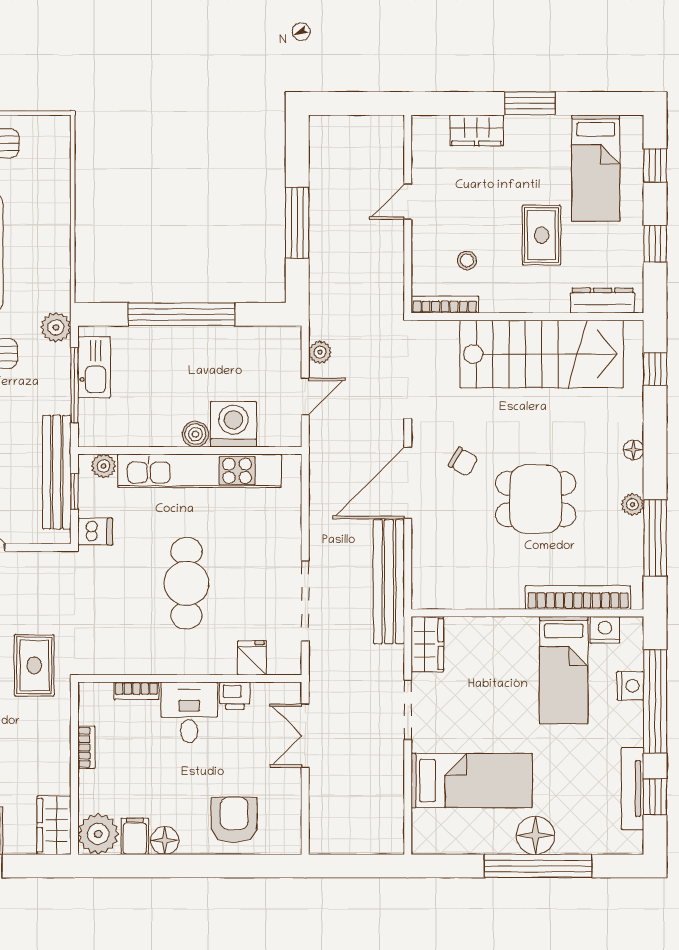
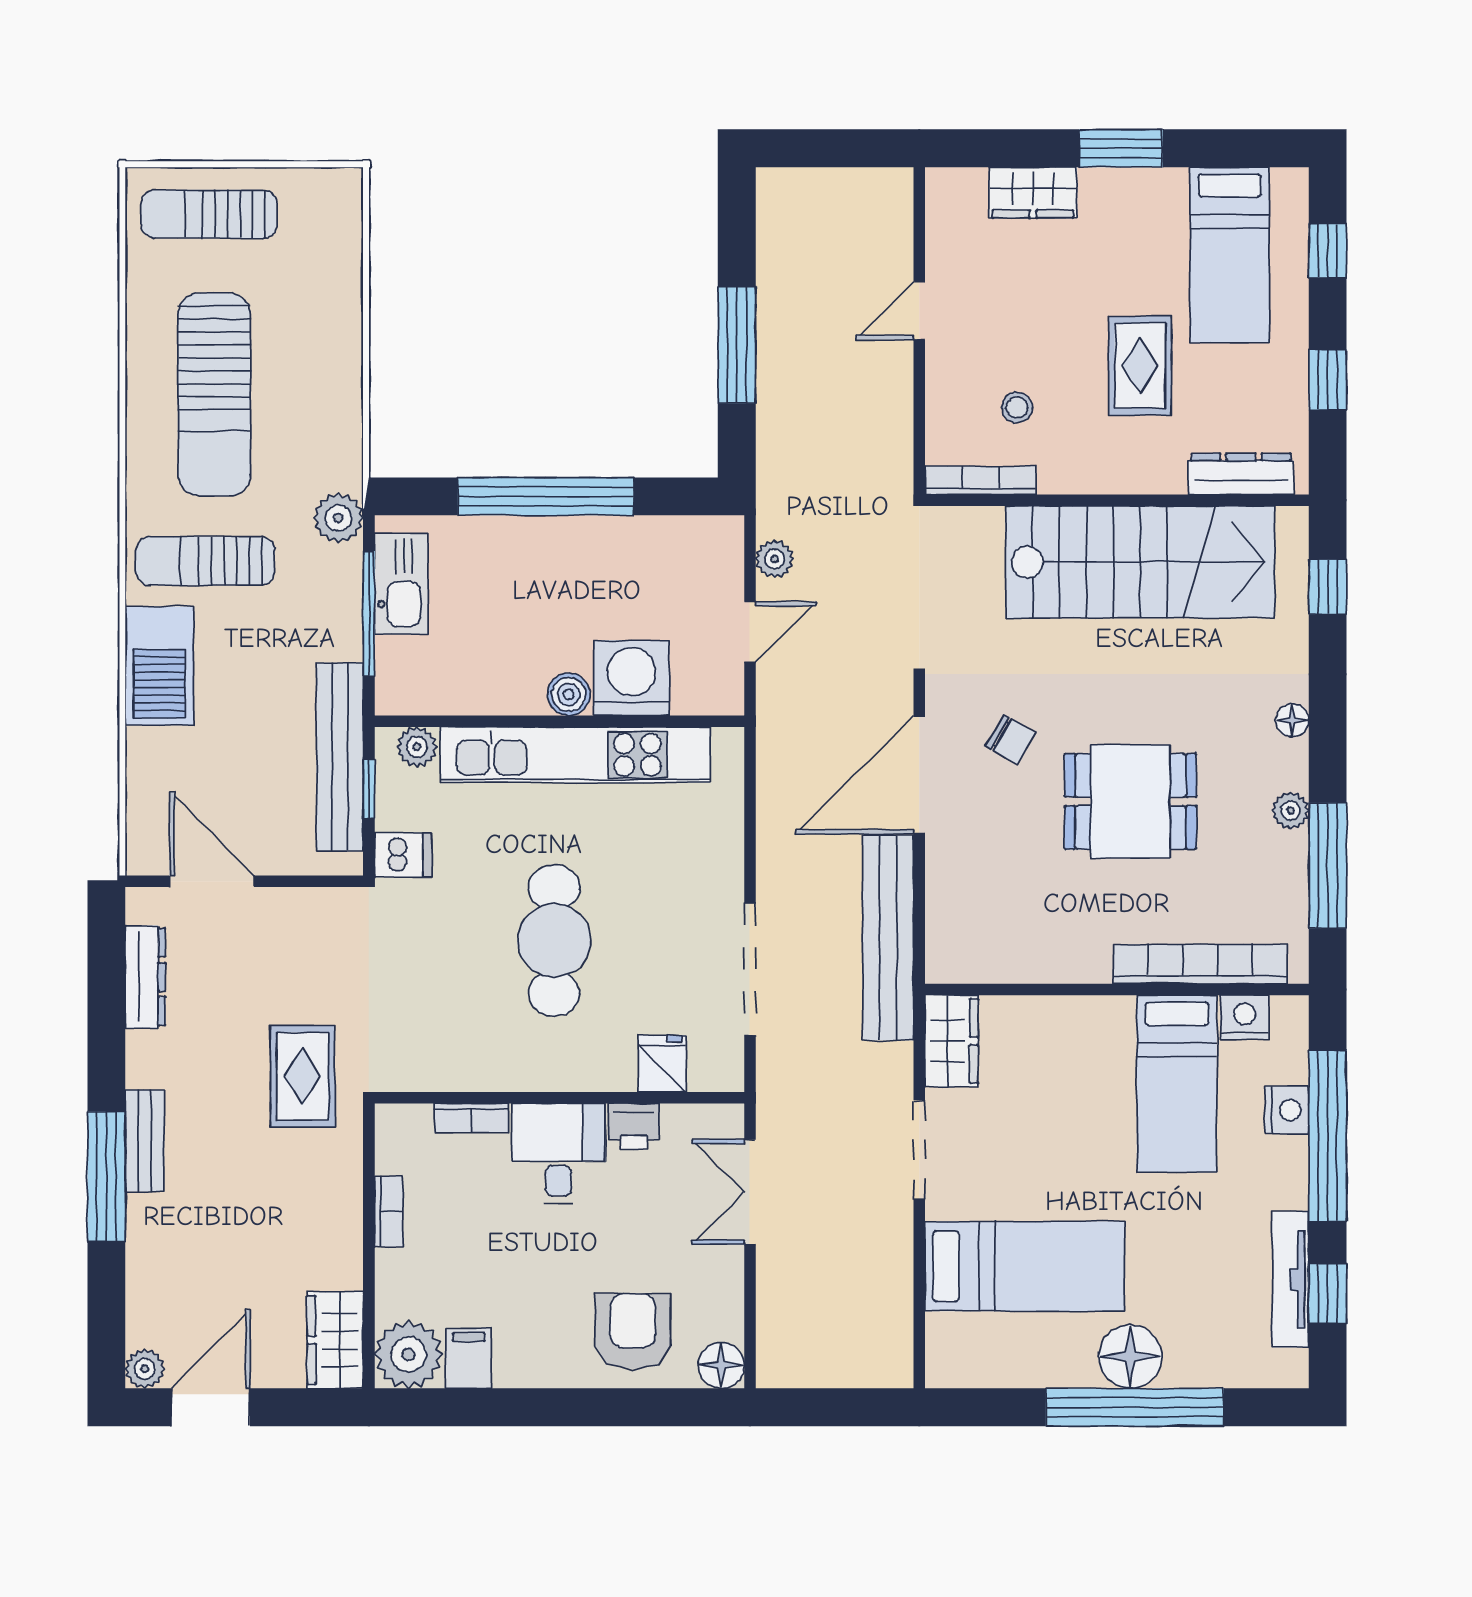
floor lamp: (165, 840) -> (721, 1365), moved

